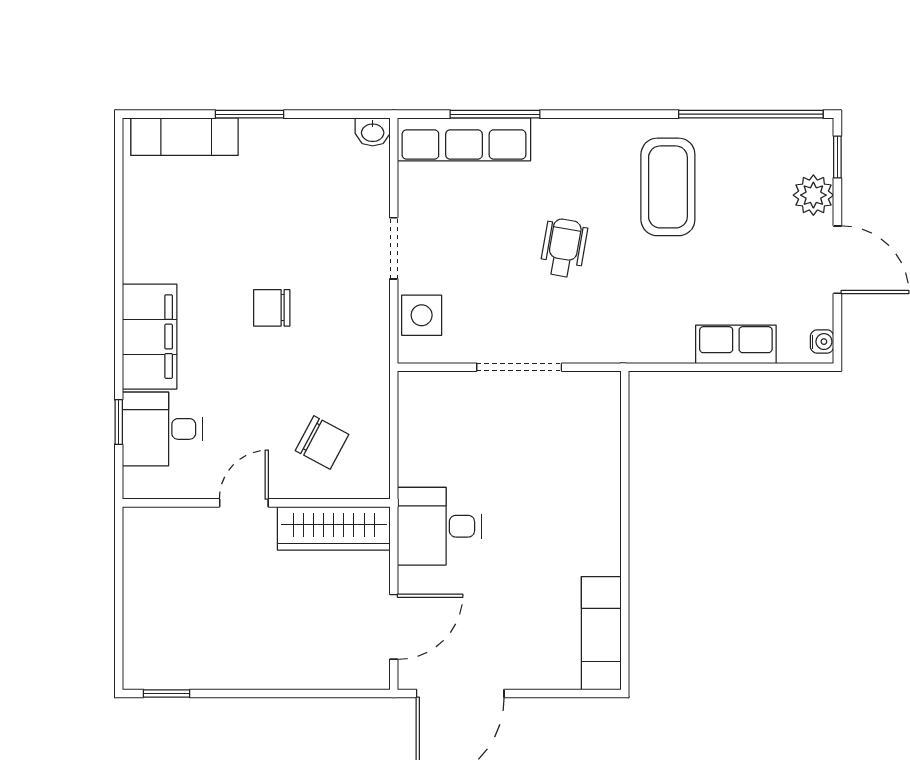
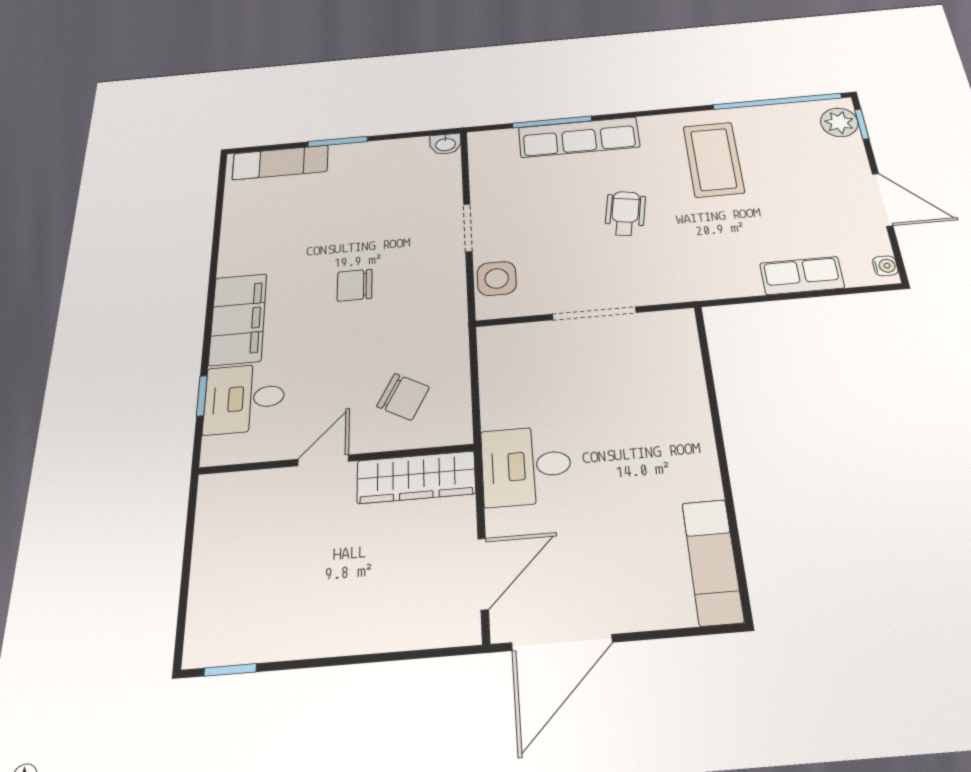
row of seats: (464, 139) -> (579, 137), moved
plant: (813, 195) -> (839, 122), moved

